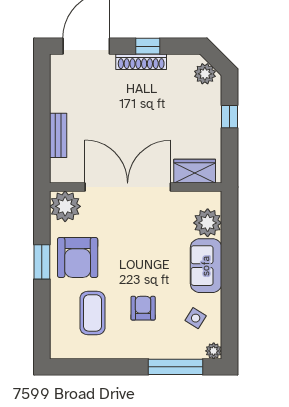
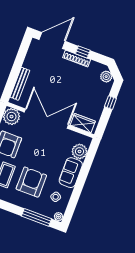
bench: (58, 135) -> (20, 84), width x1.36
armchair: (143, 308) -> (31, 182), width x1.88, depth x1.88

